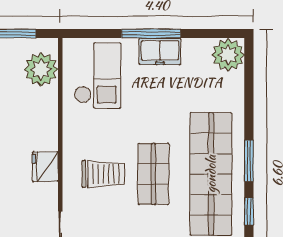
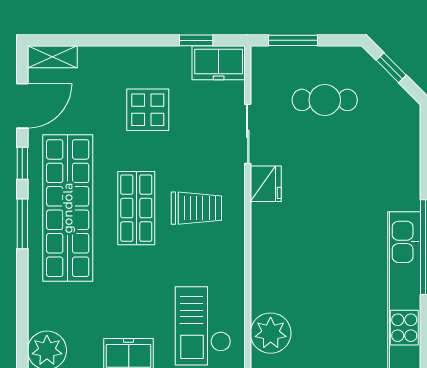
fridge: (45, 167) -> (266, 184), moved
trolley: (103, 174) -> (196, 208), turned 180

